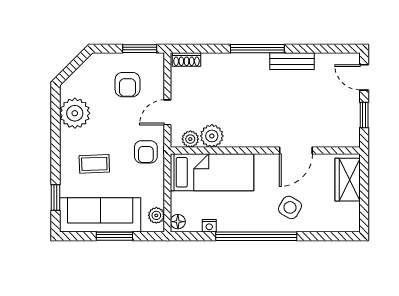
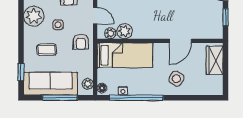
door: (167, 112) -> (95, 16), swing flipped
side table: (111, 126) -> (58, 25), added
window: (114, 236) -> (60, 98), width x1.44
window: (256, 236) -> (136, 98), moved

